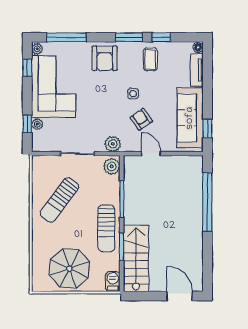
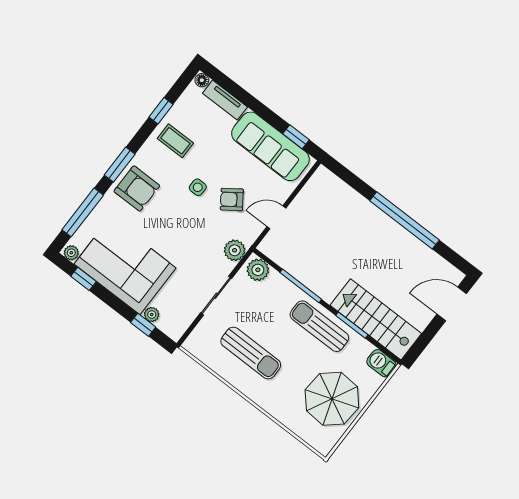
window: (129, 37) -> (120, 165), moved
sun lounger: (59, 200) -> (251, 353), turned -37
window: (207, 202) -> (405, 220), moved
sun lounger: (106, 228) -> (319, 326), turned 180

